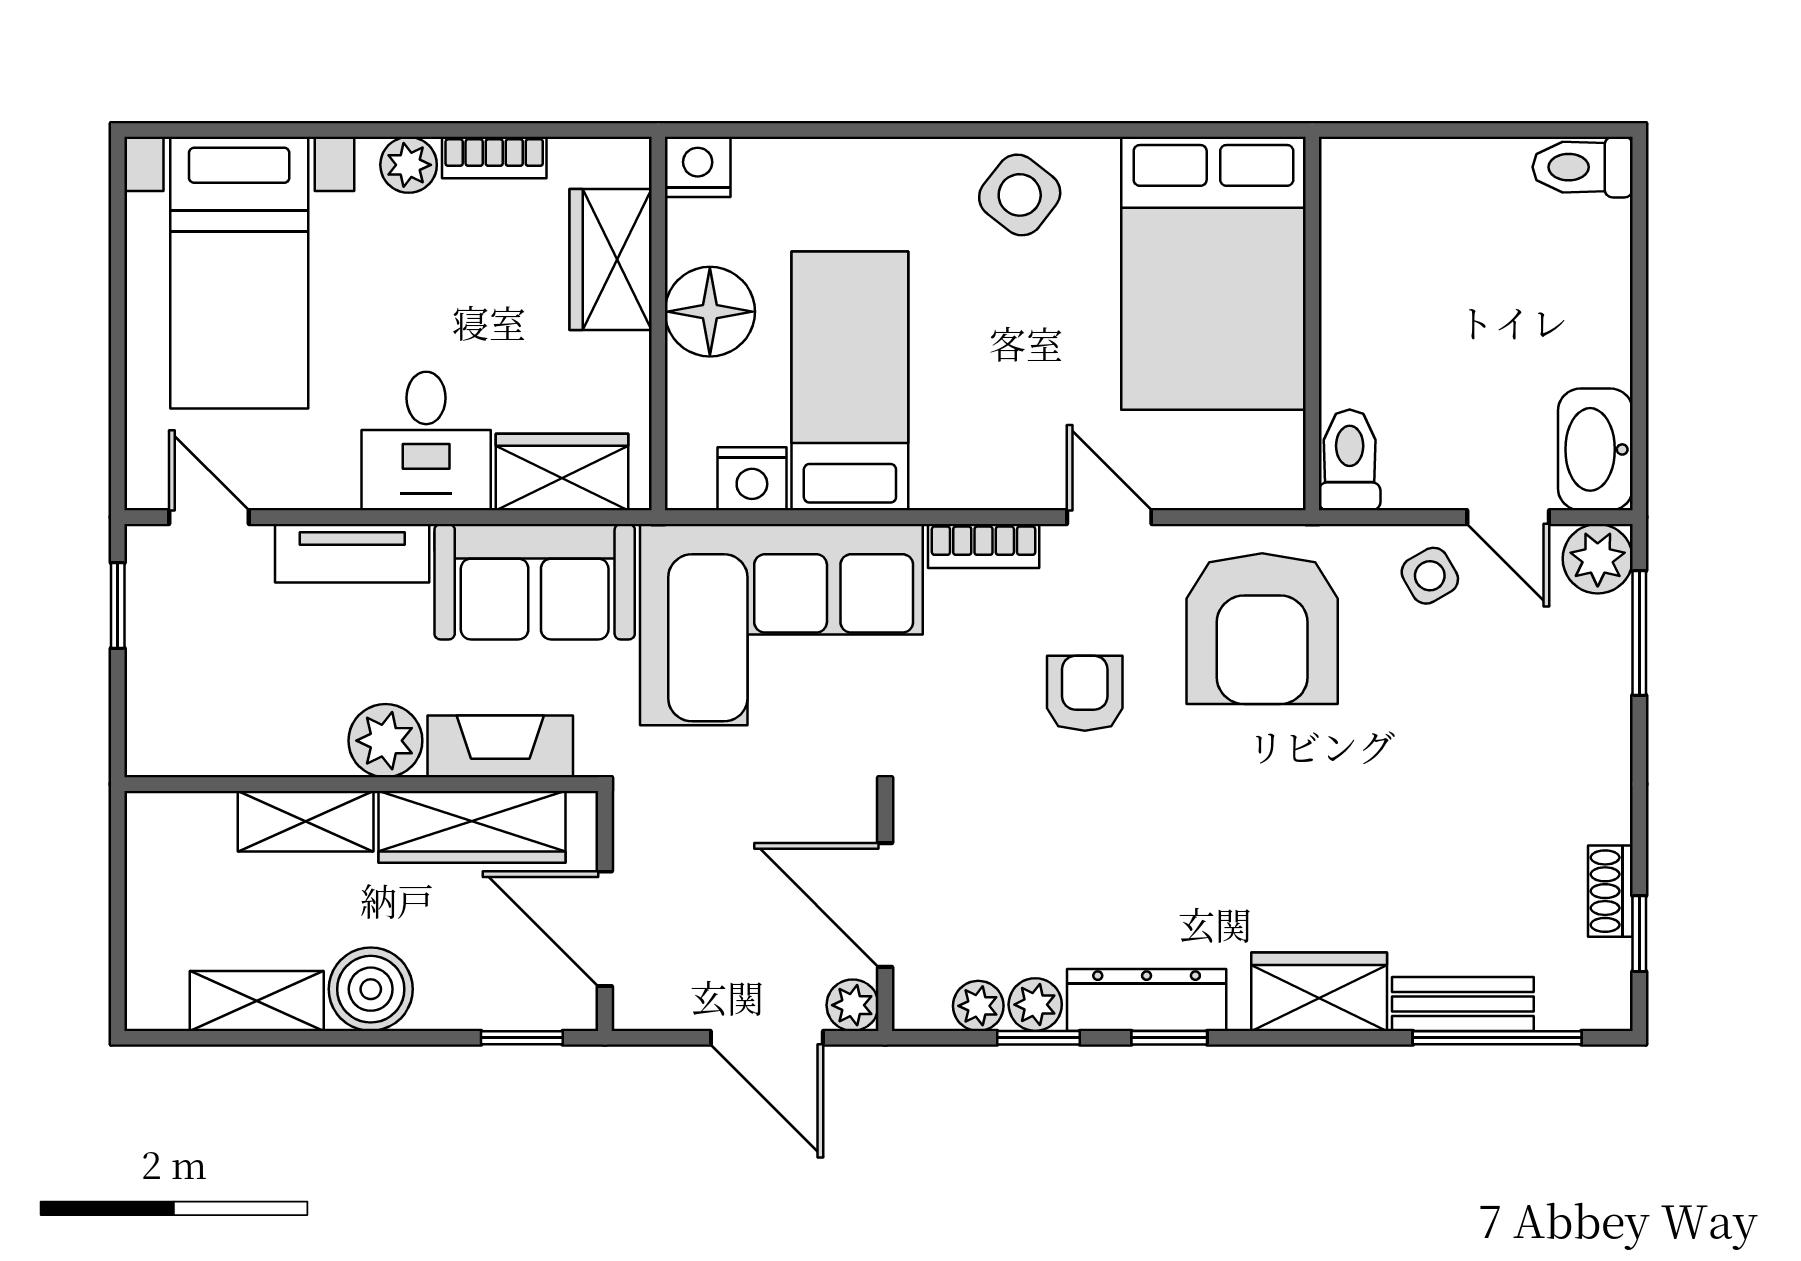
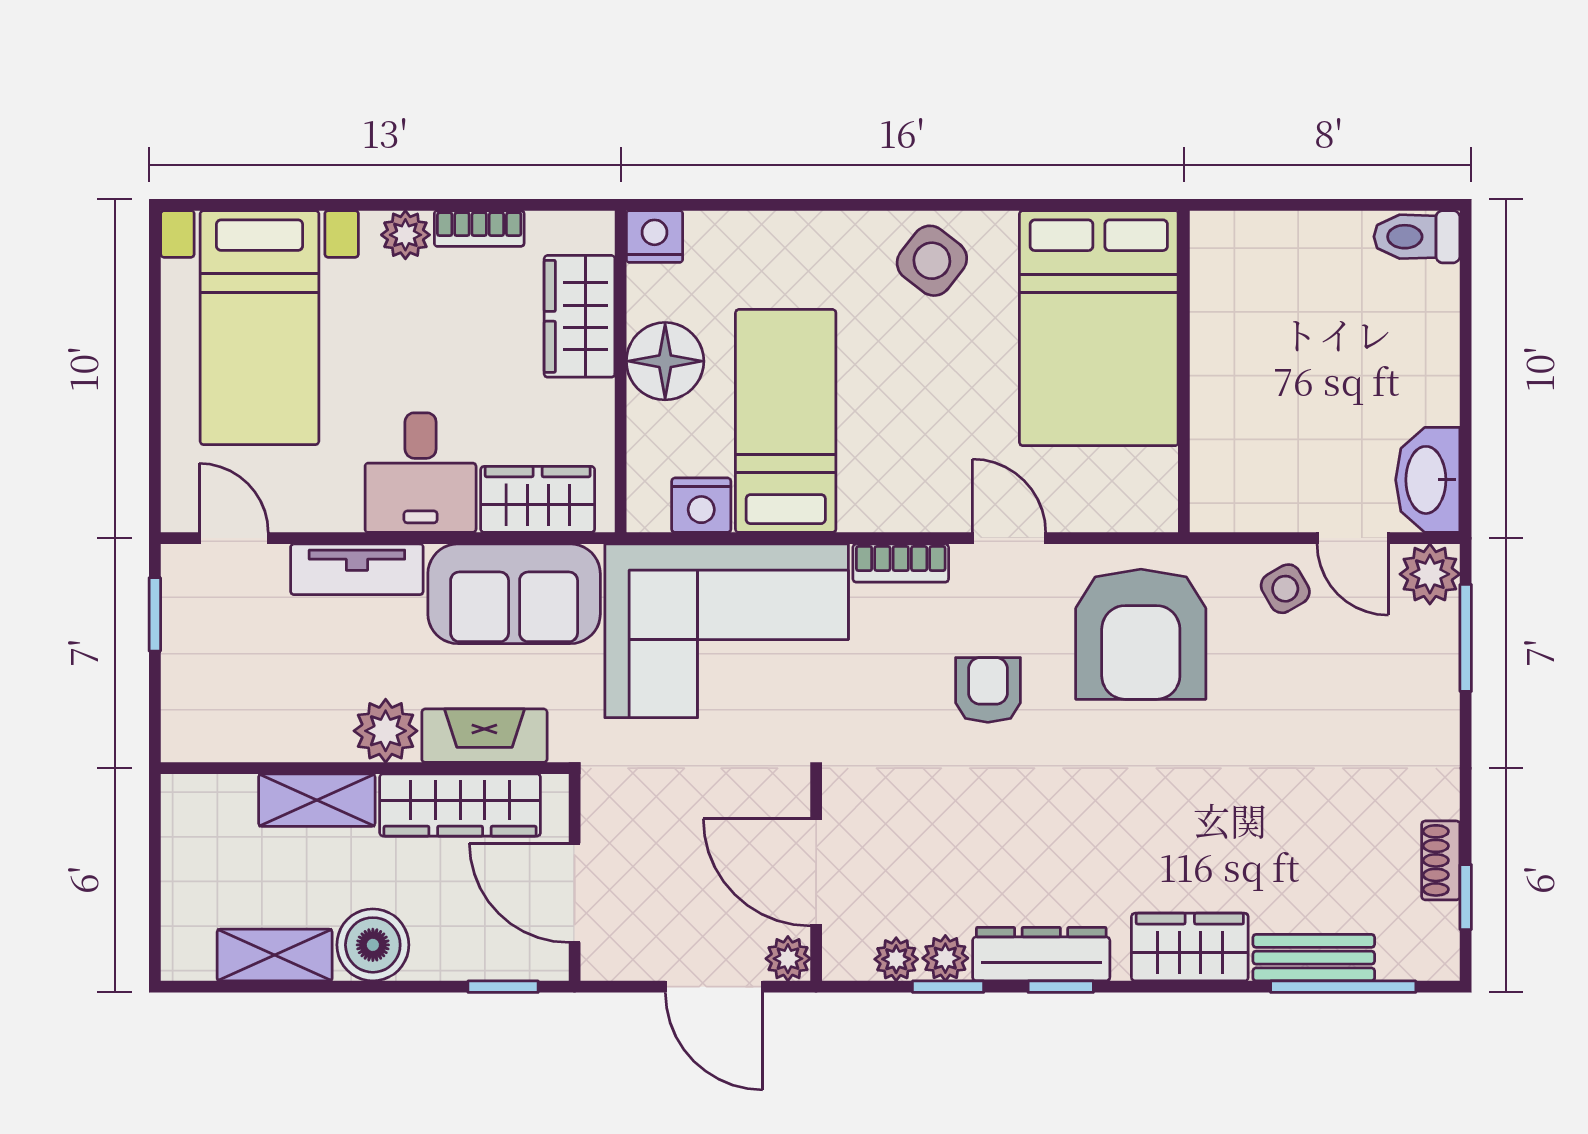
toilet: (1350, 460) -> (1216, 489), removed

